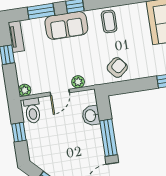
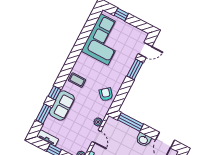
washbasin: (91, 116) -> (143, 140), moved
window: (108, 138) -> (131, 122), moved

